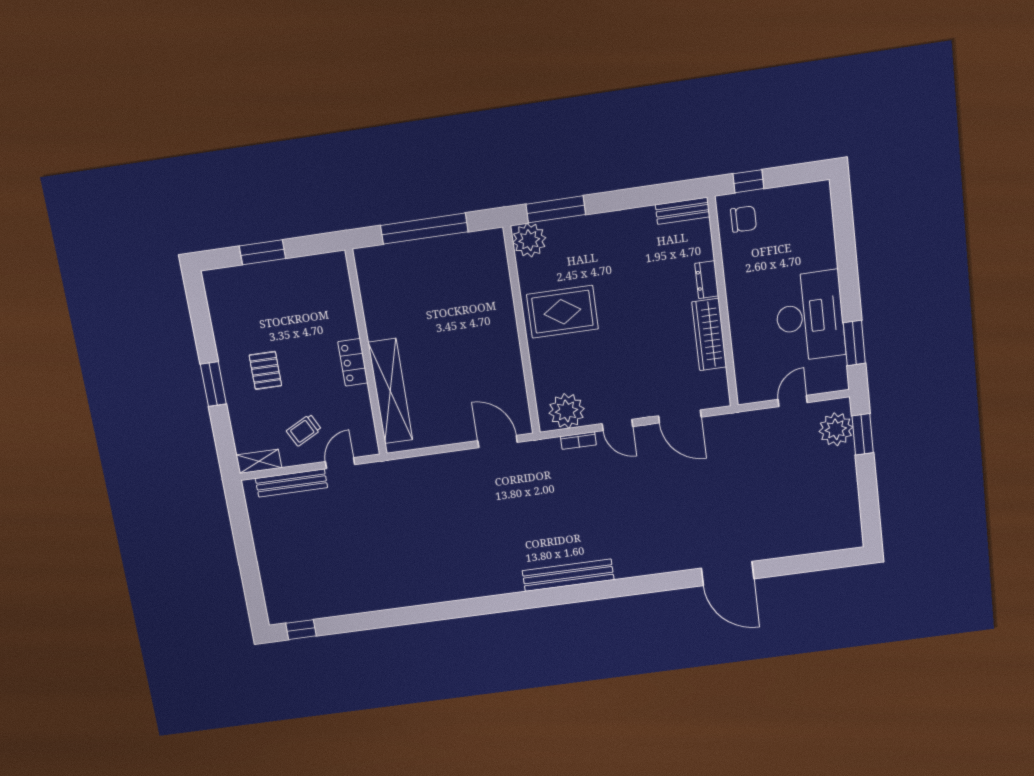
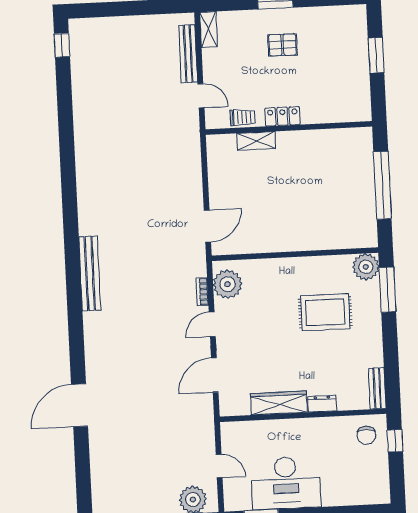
rug: (562, 312) -> (325, 312), moved, turned 90
shelving: (390, 391) -> (256, 141), width x0.45, depth x0.75
trolley: (304, 430) -> (243, 117), moved, turned 117

